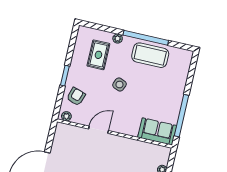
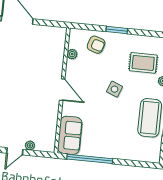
plant: (66, 116) -> (72, 54), moved
door: (99, 130) -> (62, 90), moved

